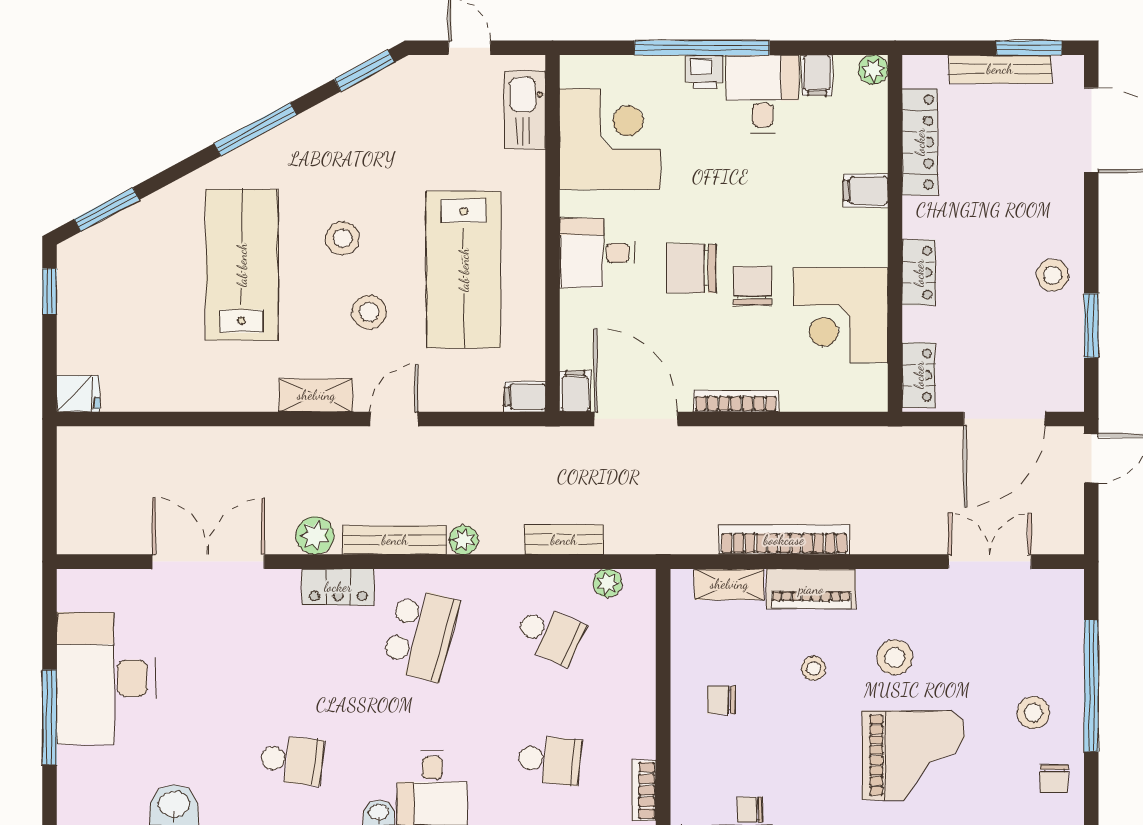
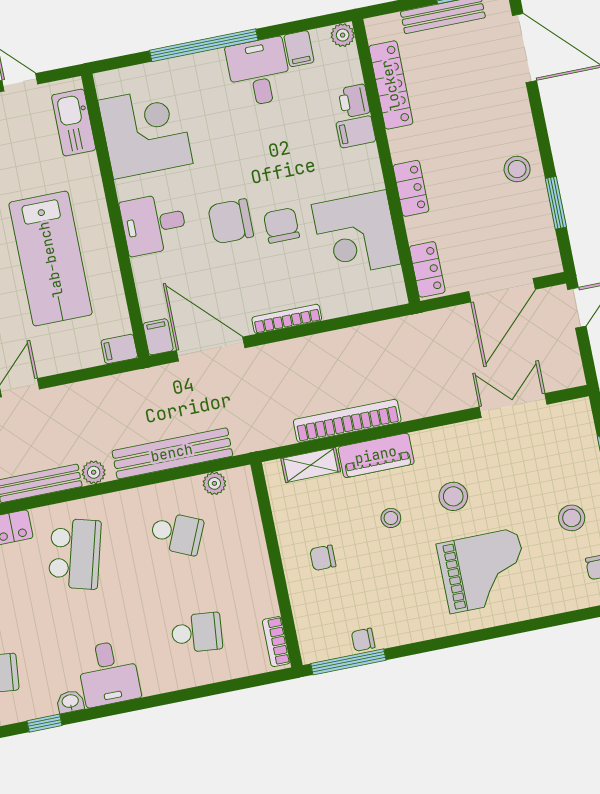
printer: (705, 72) -> (354, 101), moved, turned 90
bench: (564, 540) -> (172, 453), width x1.86, depth x1.21

